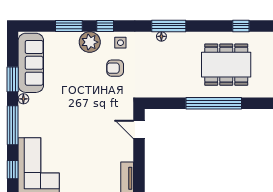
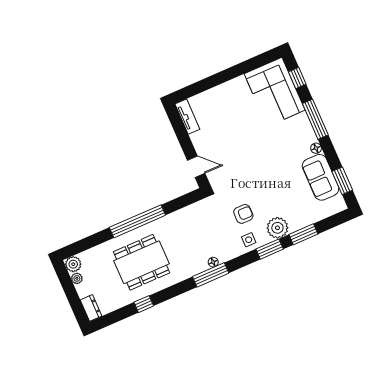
window: (105, 26) -> (270, 249), width x1.50
sofa: (31, 63) -> (321, 177), width x0.73
window: (13, 79) -> (342, 181), moved

